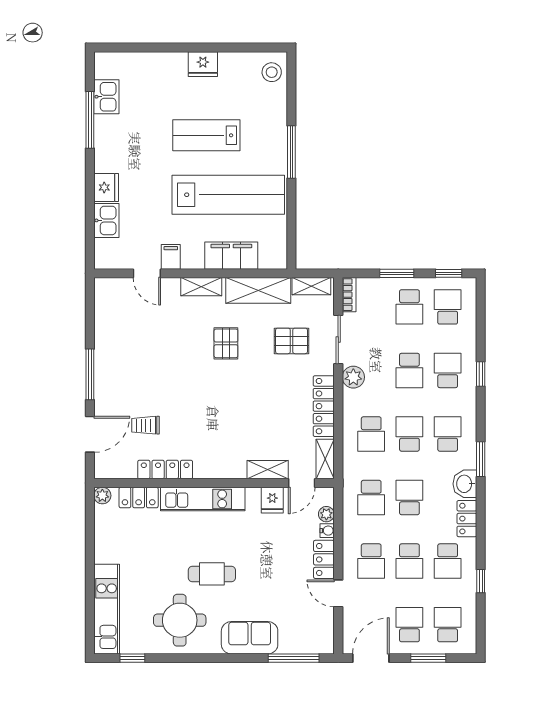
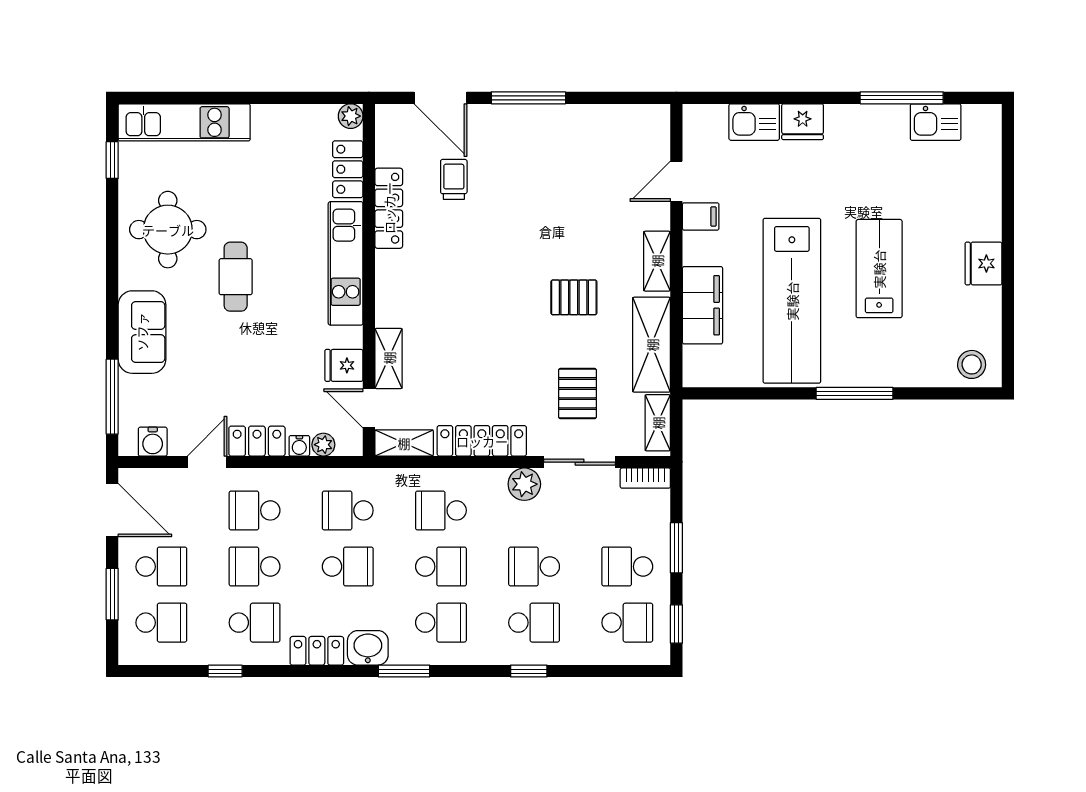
school desk: (448, 561) -> (255, 623), turned 180
water cooler: (324, 630) -> (153, 442), added

